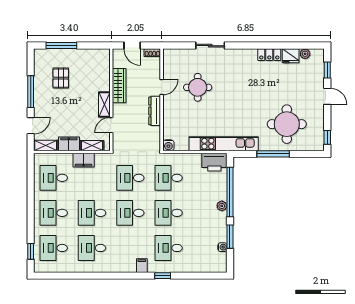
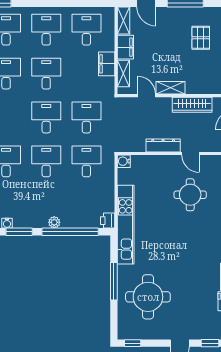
pallet: (61, 78) -> (201, 38), turned 90
printer: (214, 162) -> (108, 221), width x0.53, depth x0.68

